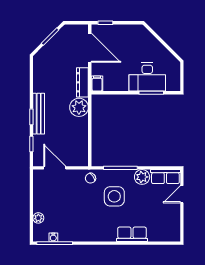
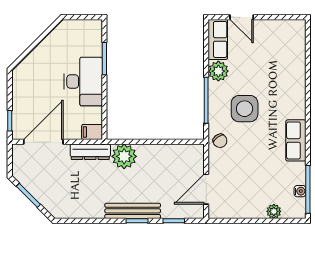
desk: (147, 77) -> (83, 82), moved
row of seats: (132, 234) -> (296, 140), moved

